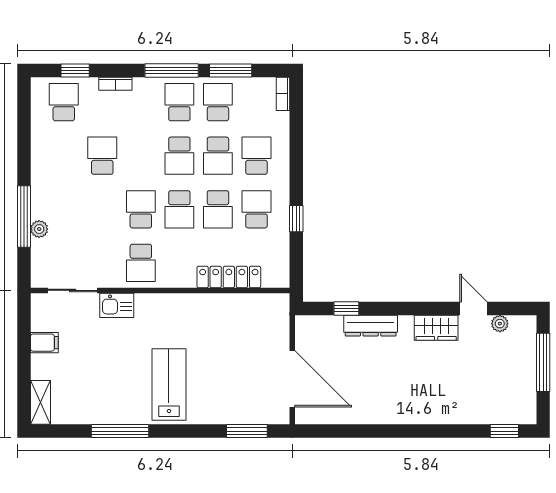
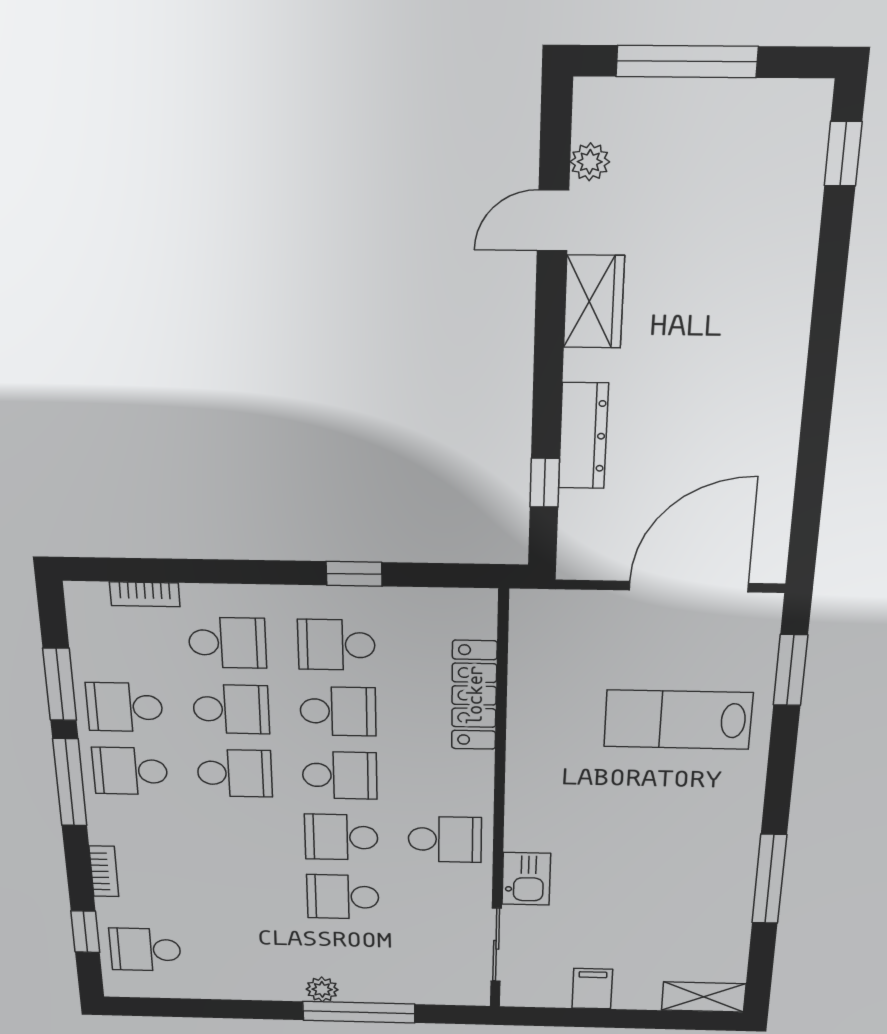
bookcase: (283, 94) -> (145, 594), moved
school desk: (102, 156) -> (343, 897), moved
school desk: (256, 156) -> (227, 643), turned 180
plant: (39, 229) -> (322, 989), moved
lab bench: (169, 384) -> (678, 720), moved

